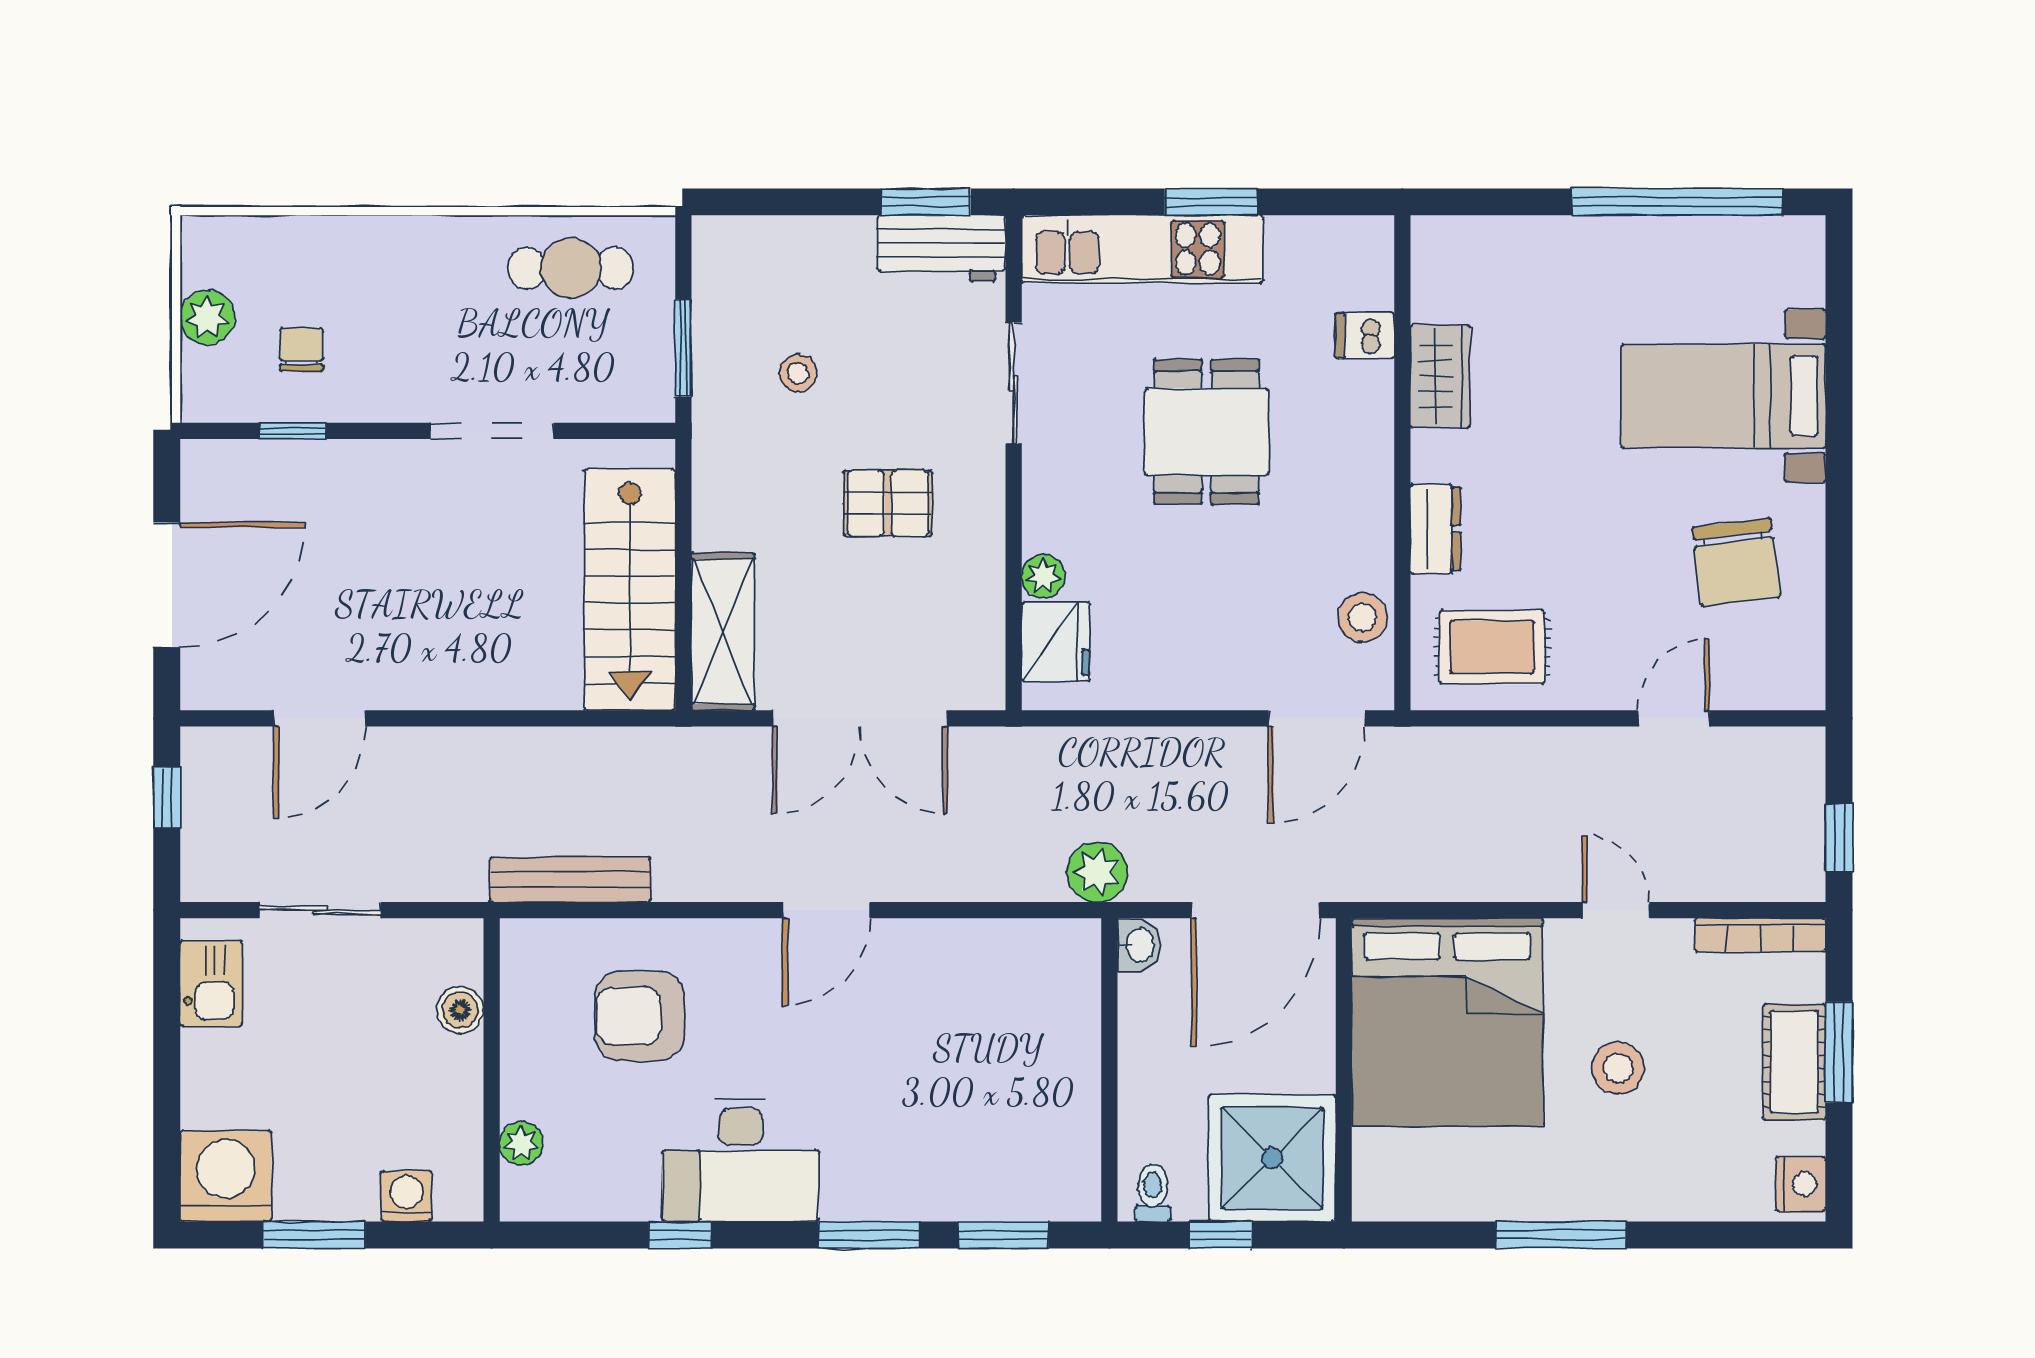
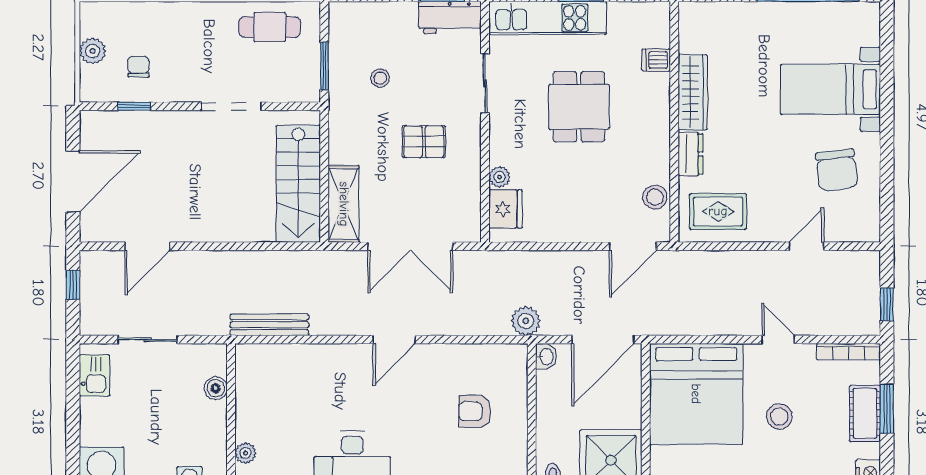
wardrobe: (1440, 376) -> (693, 92), width x1.50
armchair: (640, 1016) -> (475, 411), moved, width x0.72, depth x0.72

